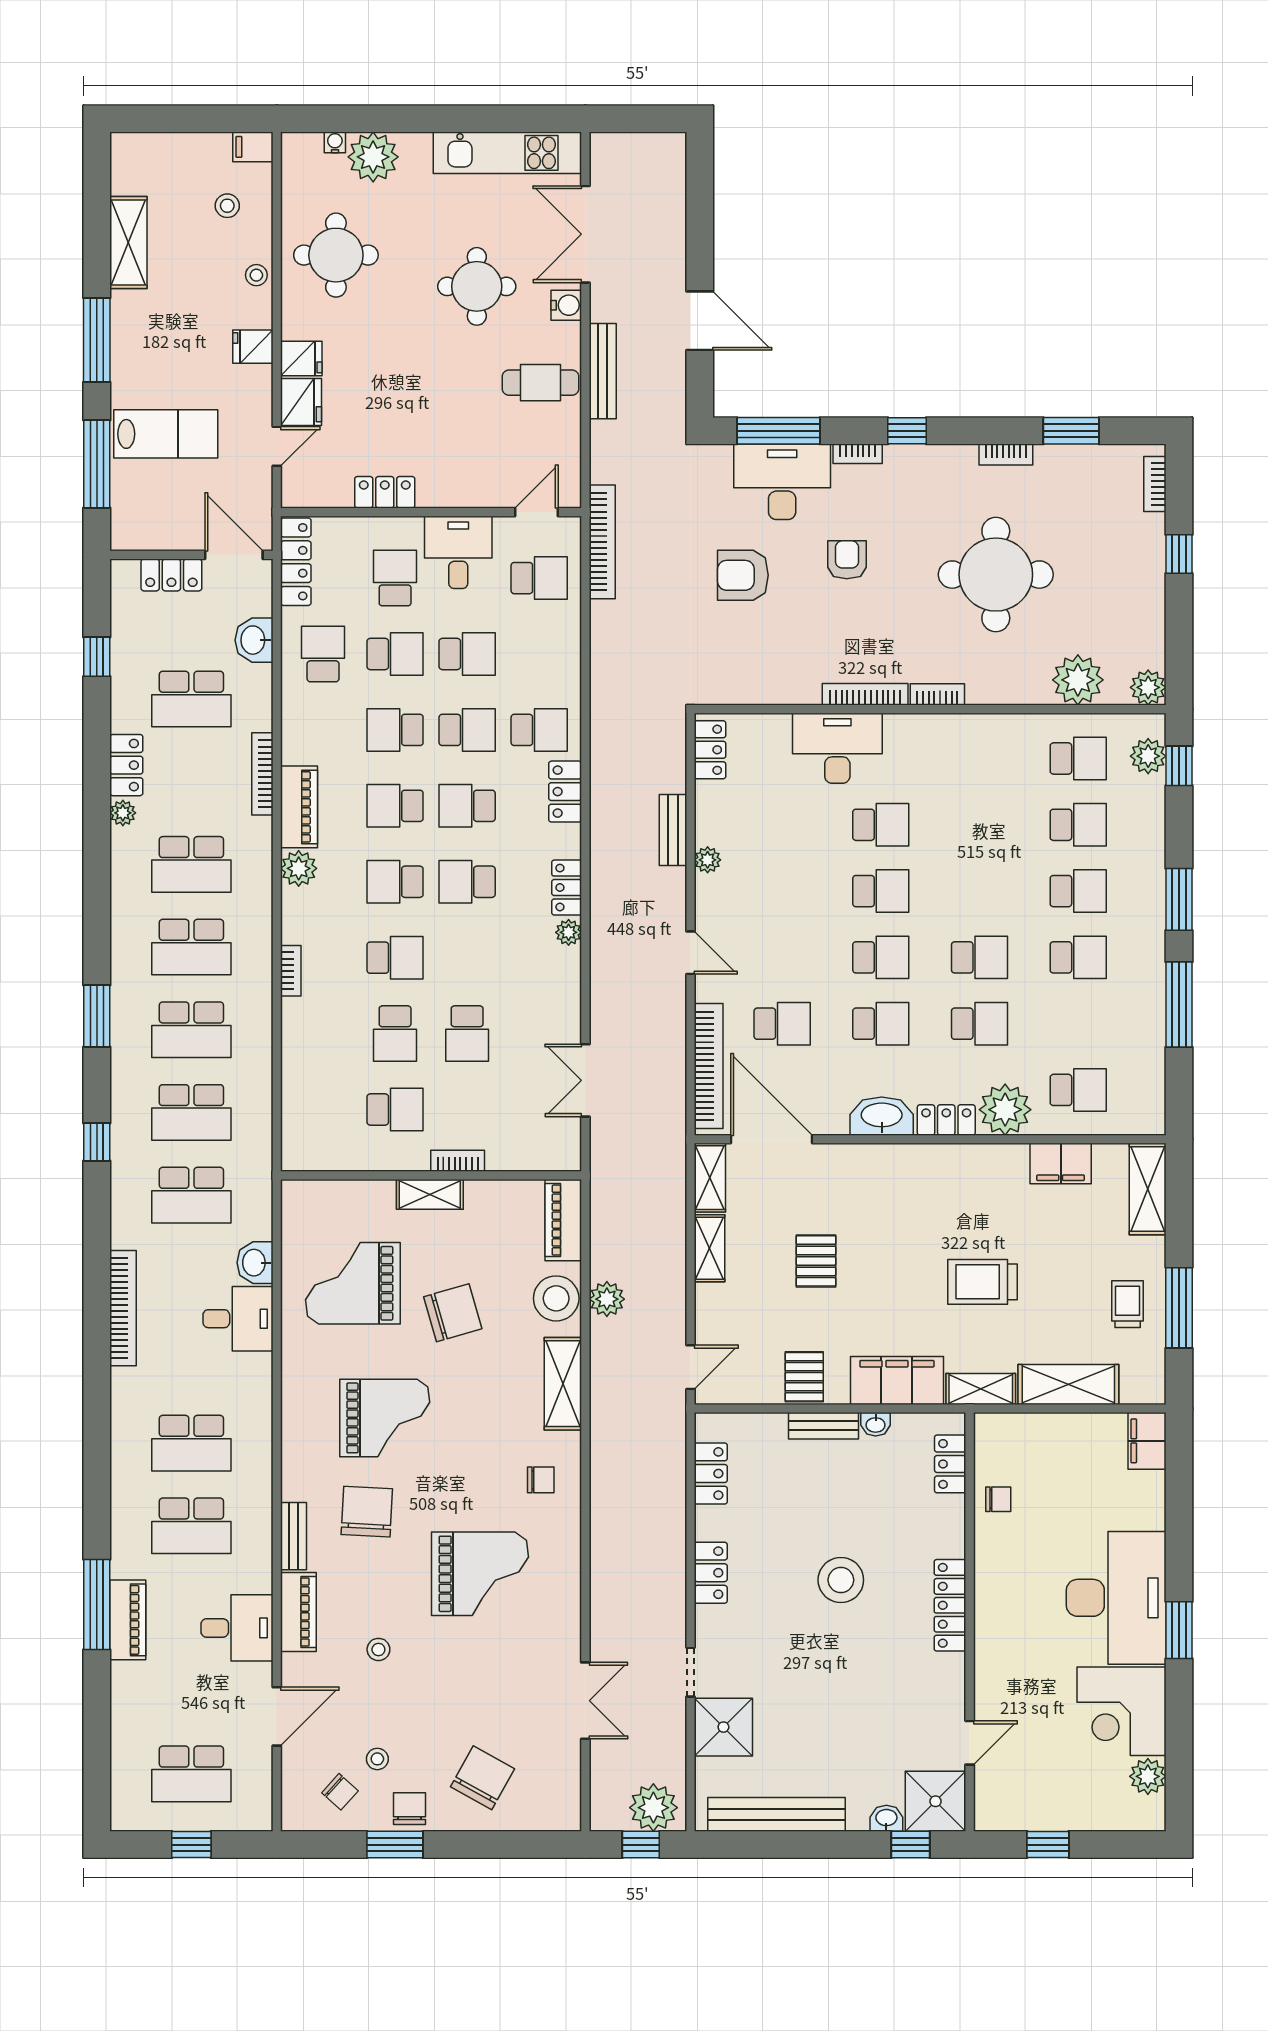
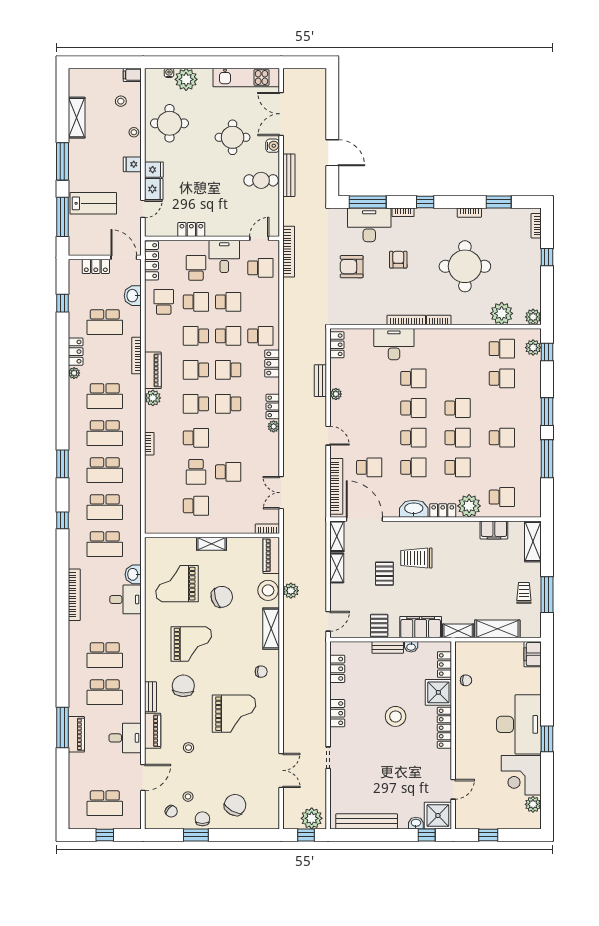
school desk: (1078, 891) -> (458, 408), moved
school desk: (467, 1034) -> (228, 472), turned -90
bookcase: (458, 1161) -> (267, 529), moved
trolley: (982, 1282) -> (416, 558), moved
shower: (723, 1727) -> (438, 692), moved

